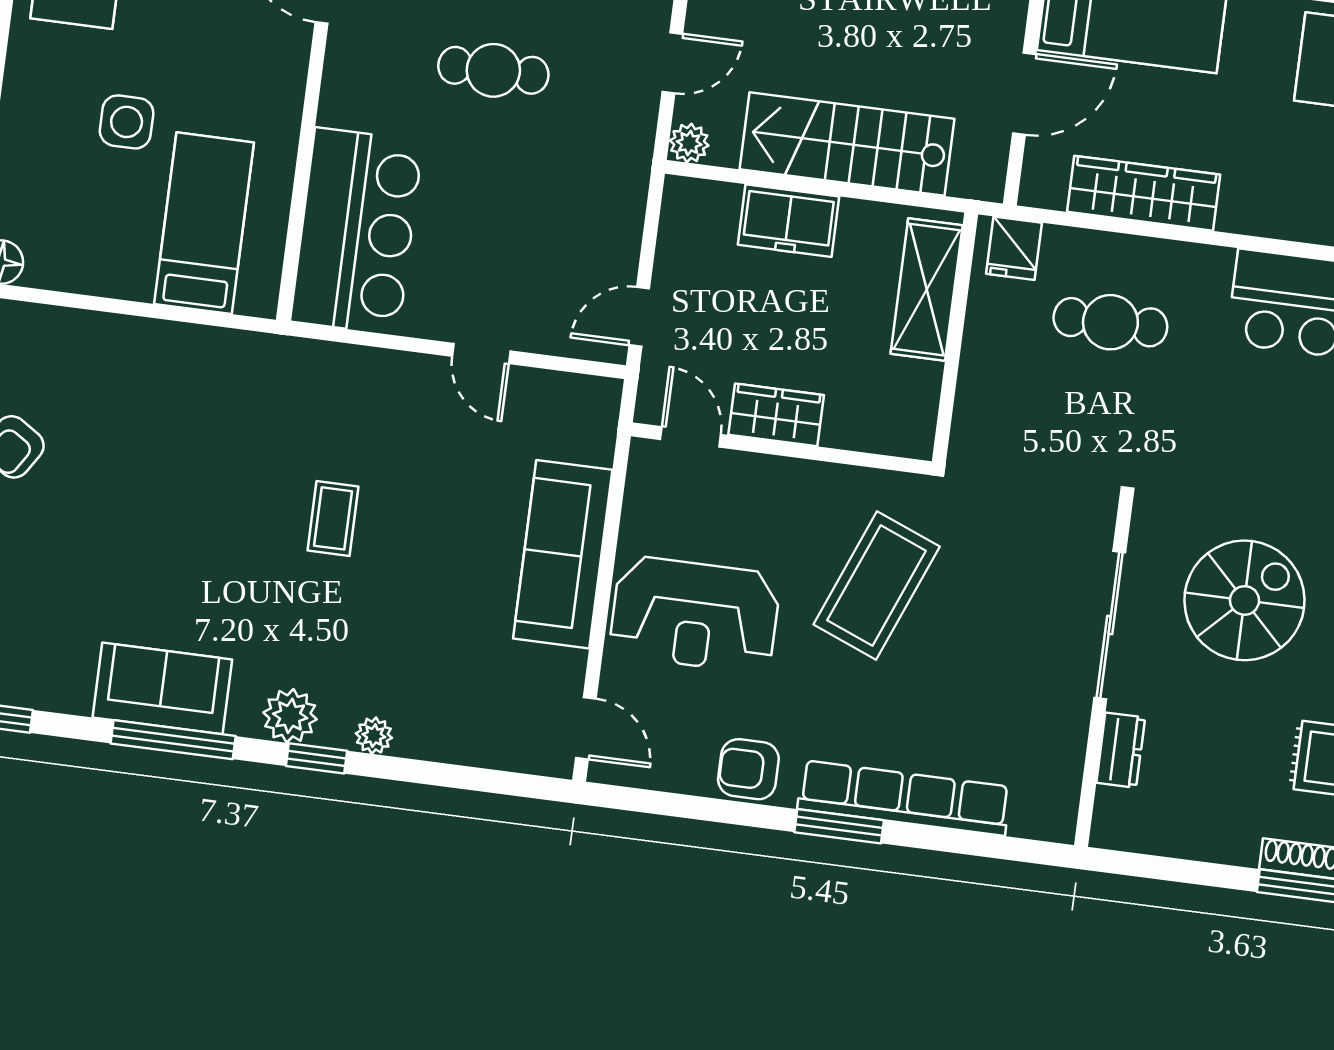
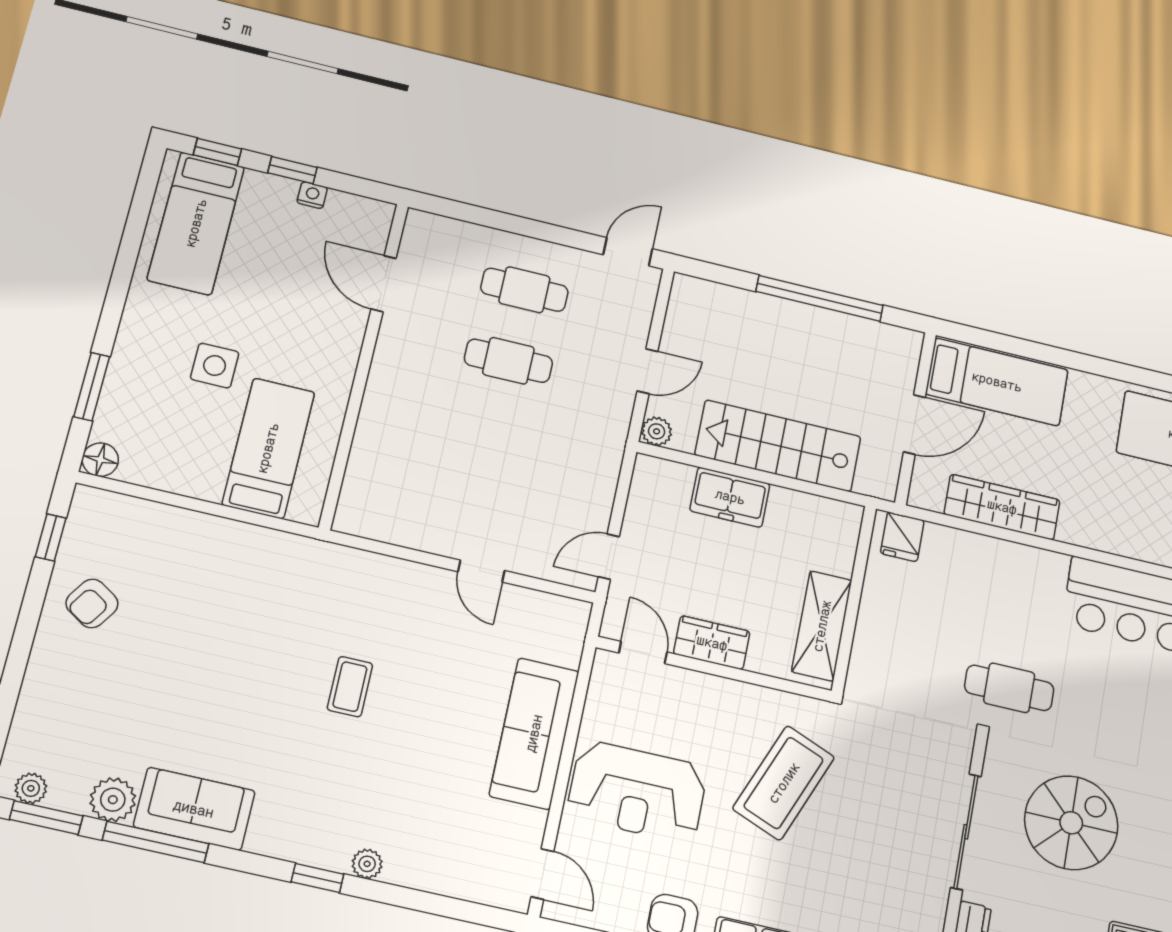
bar counter: (357, 231) -> (390, 468), removed
shelving: (927, 290) -> (822, 626), moved
cafe table: (1110, 322) -> (1009, 688), moved
plant: (290, 716) -> (113, 800), moved
window: (173, 740) -> (156, 842), moved

